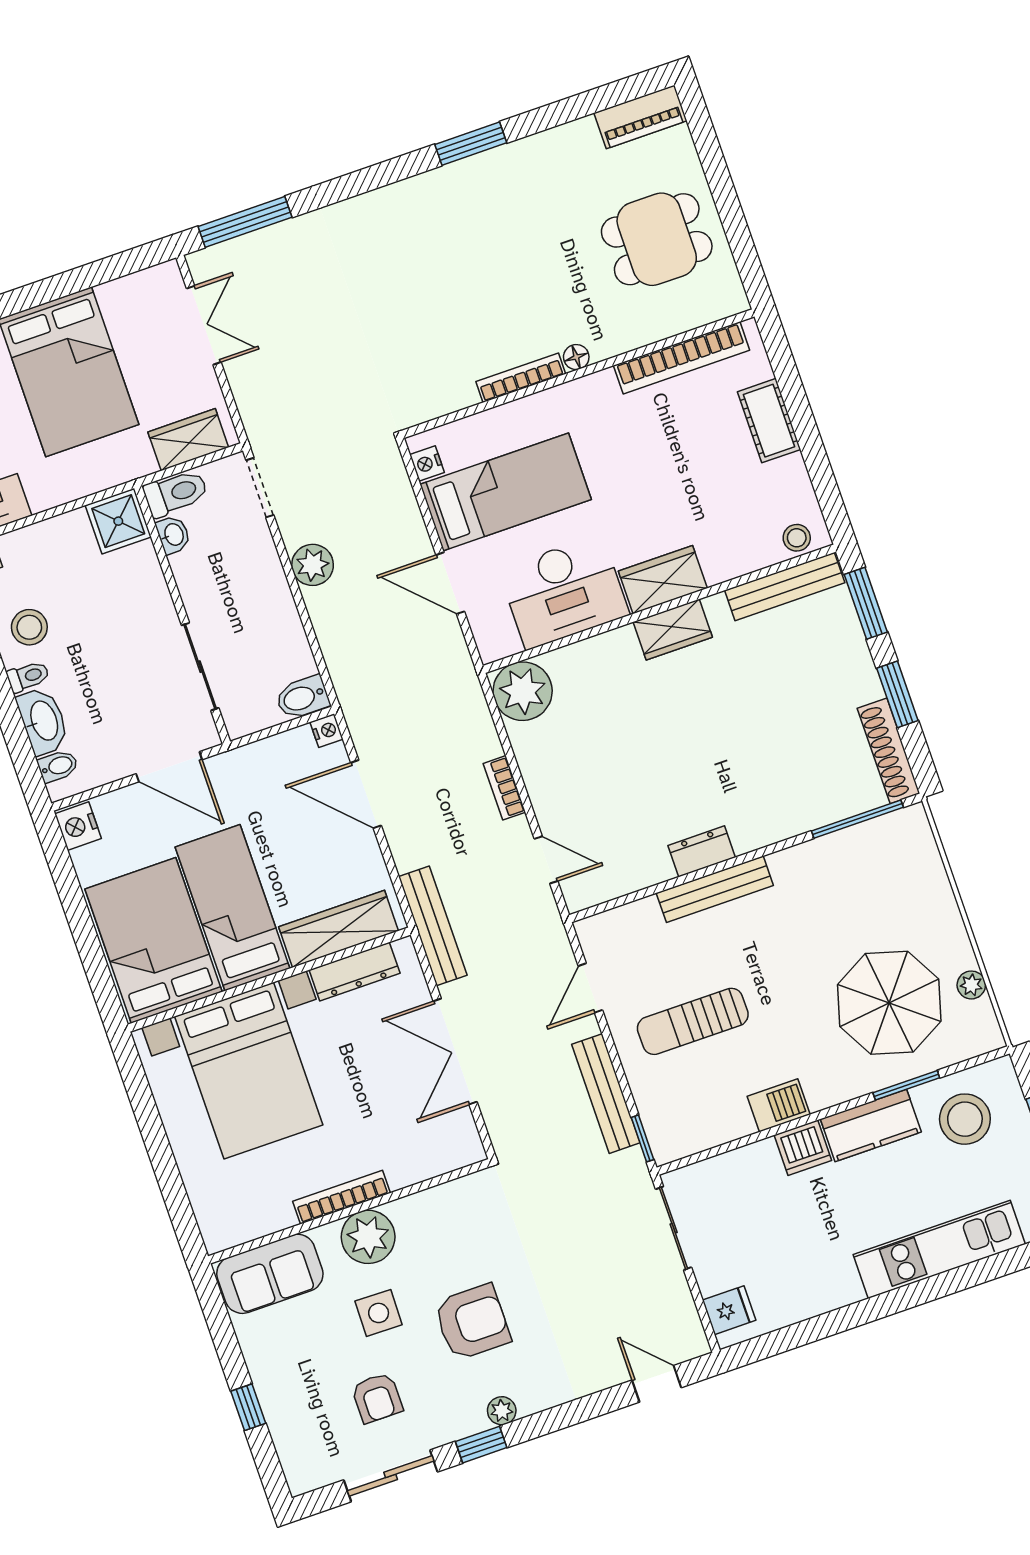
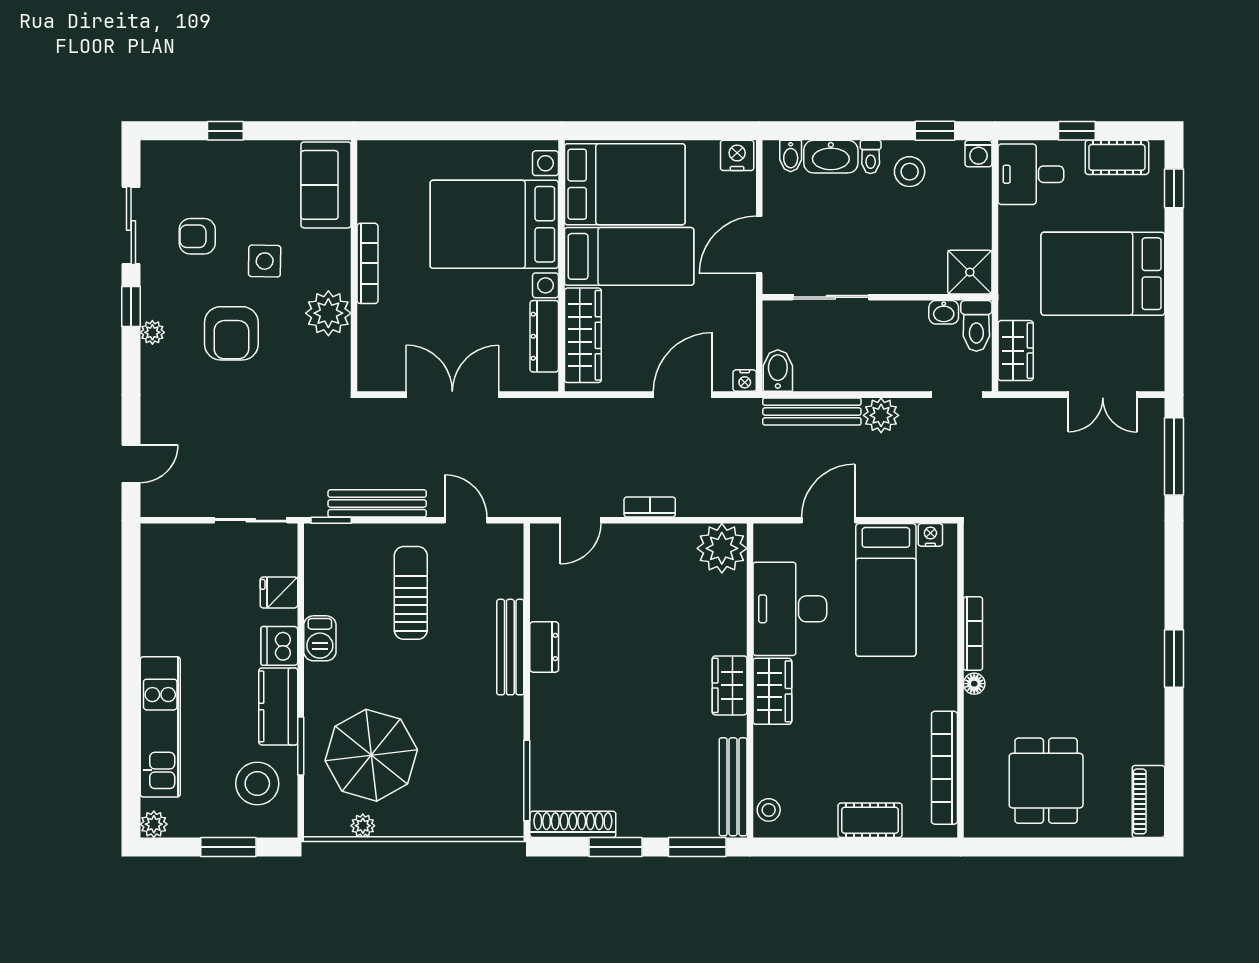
bench: (433, 926) -> (812, 412), moved
plant: (368, 1237) -> (328, 313), moved
fridge: (729, 1310) -> (279, 592), moved, turned 90

